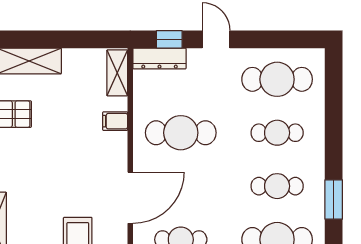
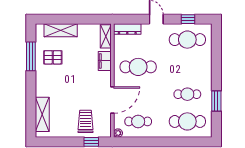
window: (169, 39) -> (188, 19), moved
filing cabinet: (115, 121) -> (105, 61), width x2.00
cafe table: (277, 133) -> (187, 67), removed

